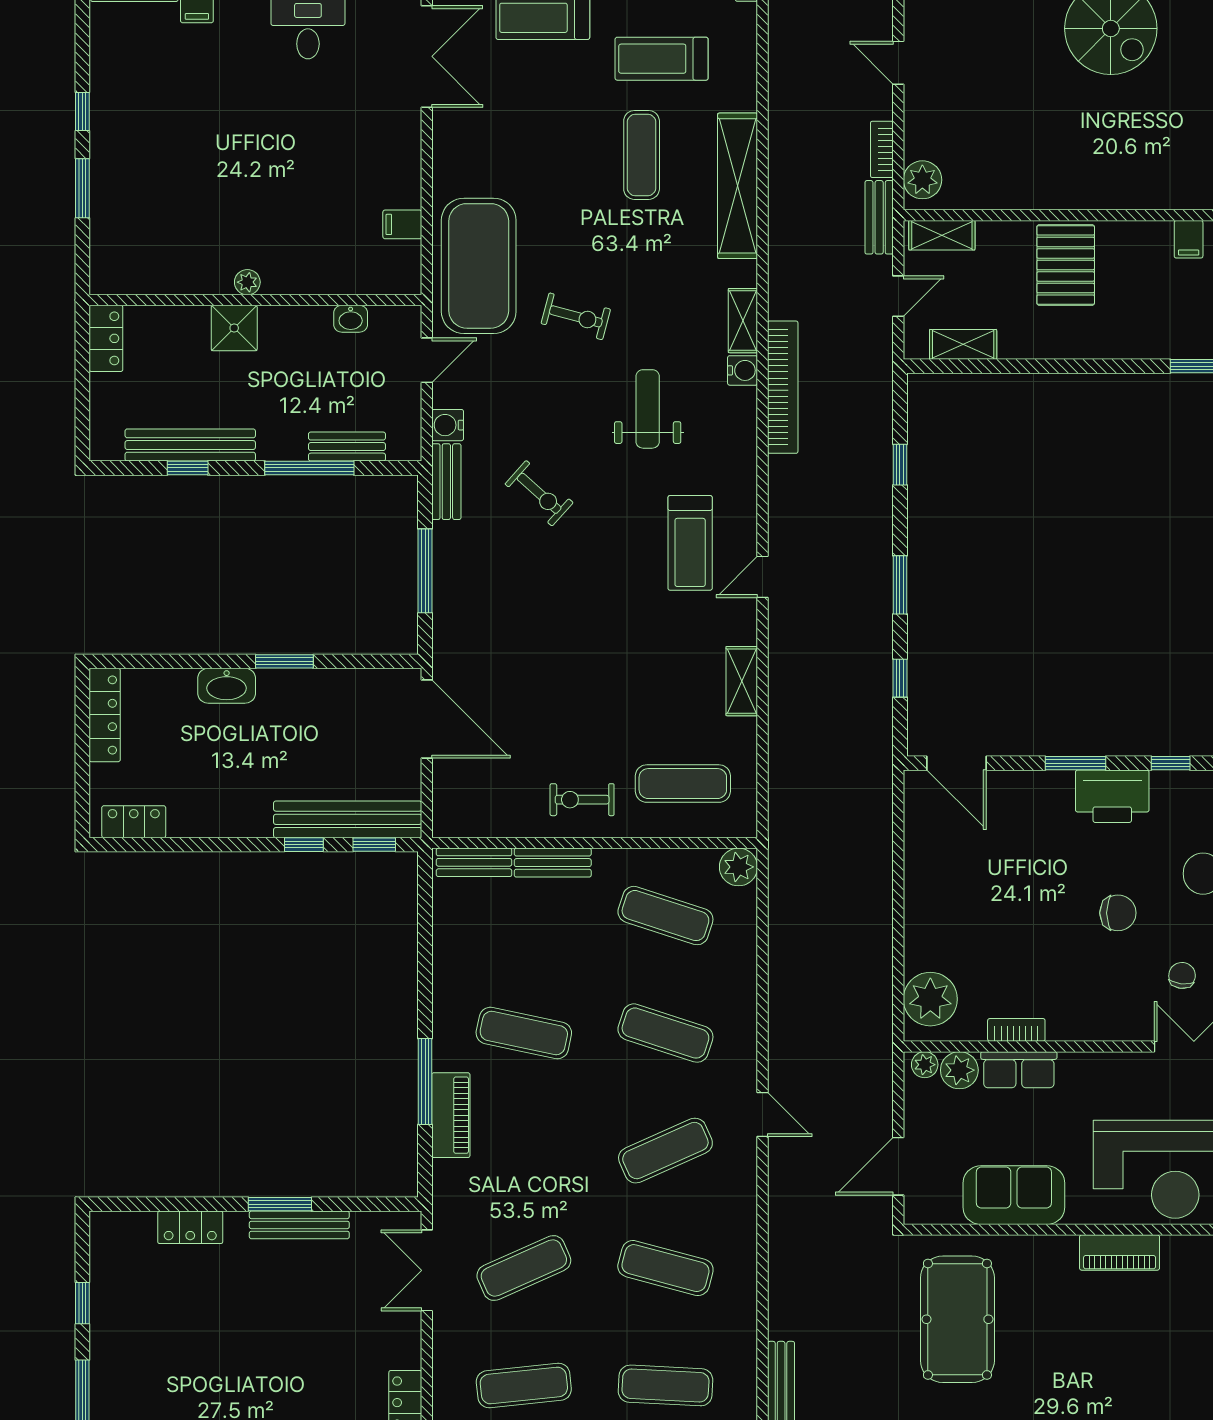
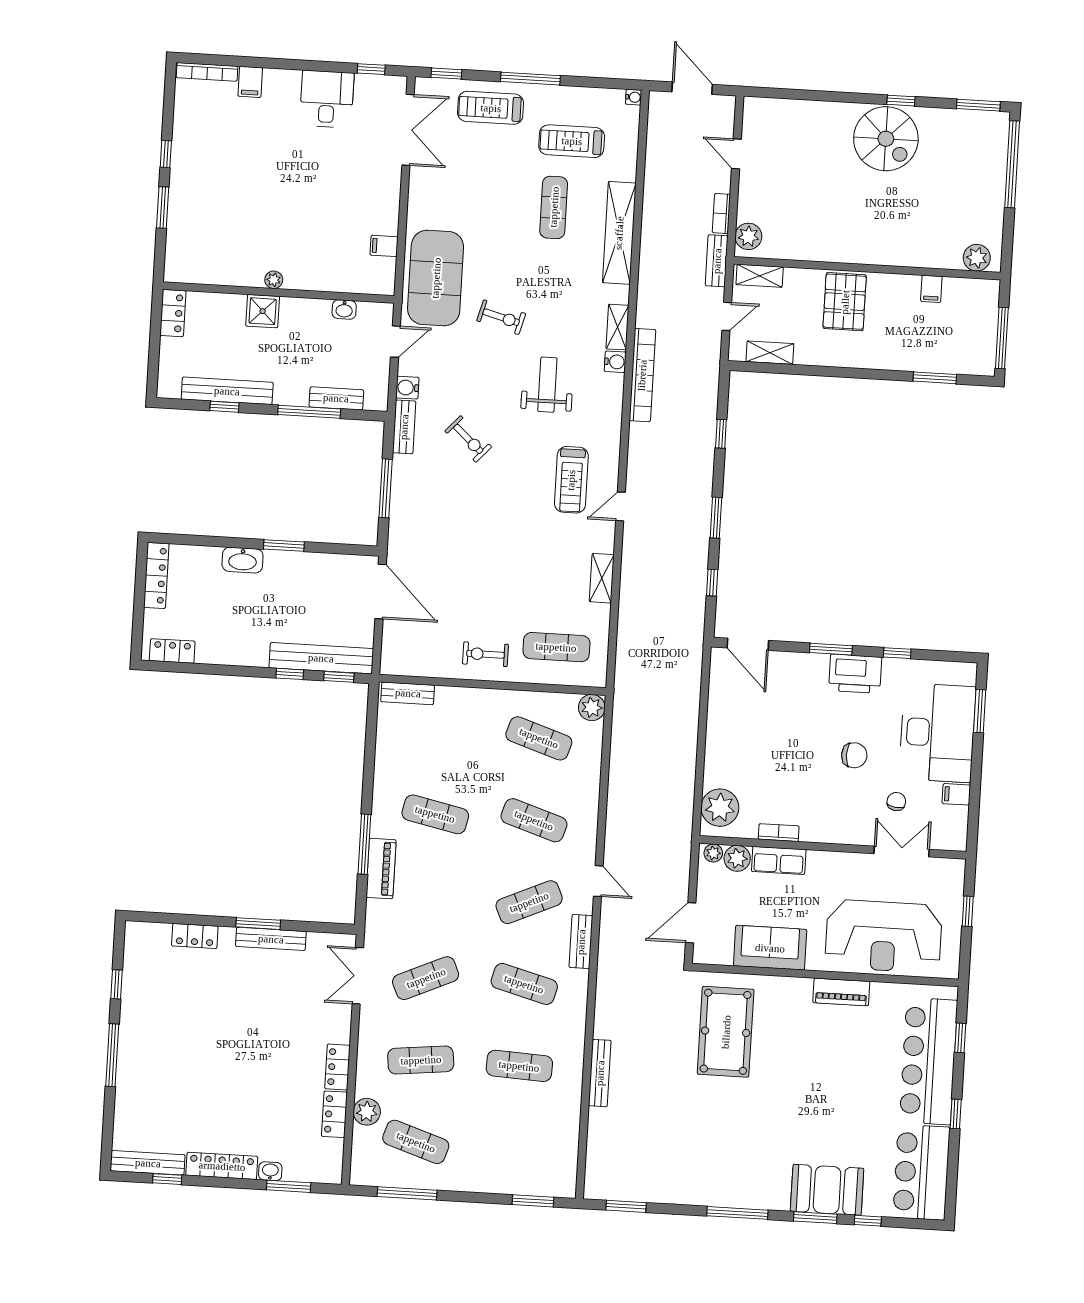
bench: (553, 863) -> (581, 942), moved, turned 90

